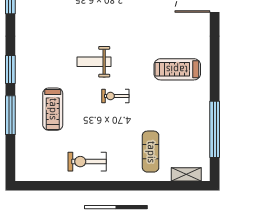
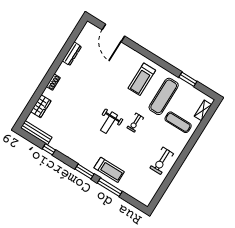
treadmill: (53, 109) -> (109, 170), moved
exercise mat: (173, 112) -> (164, 96), added
window: (215, 129) -> (188, 79), width x0.47

